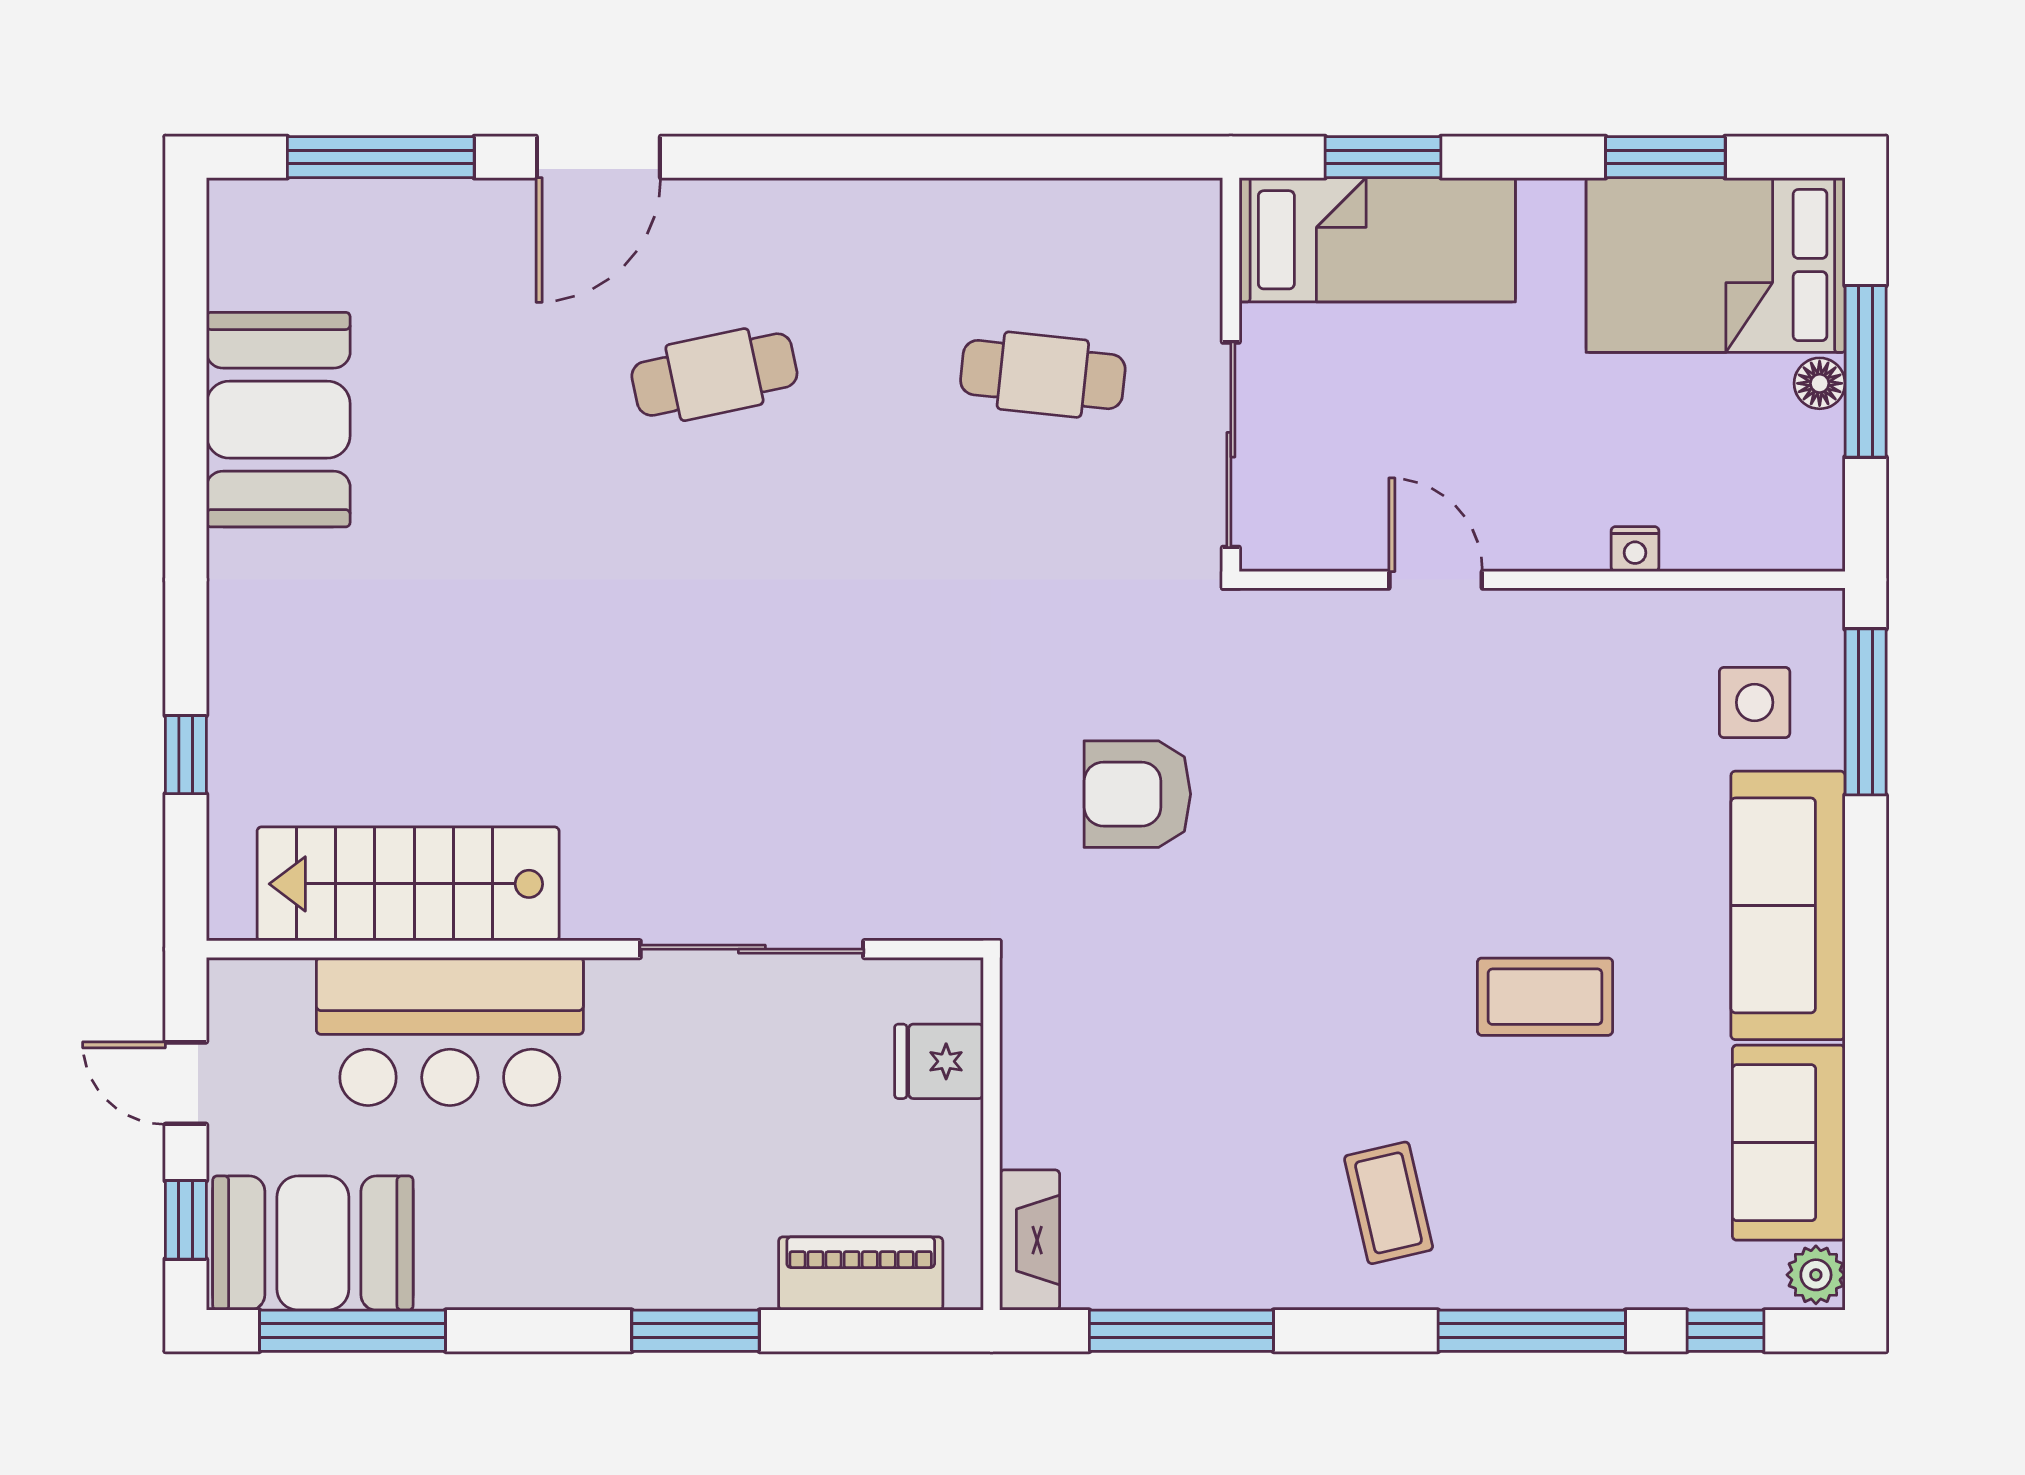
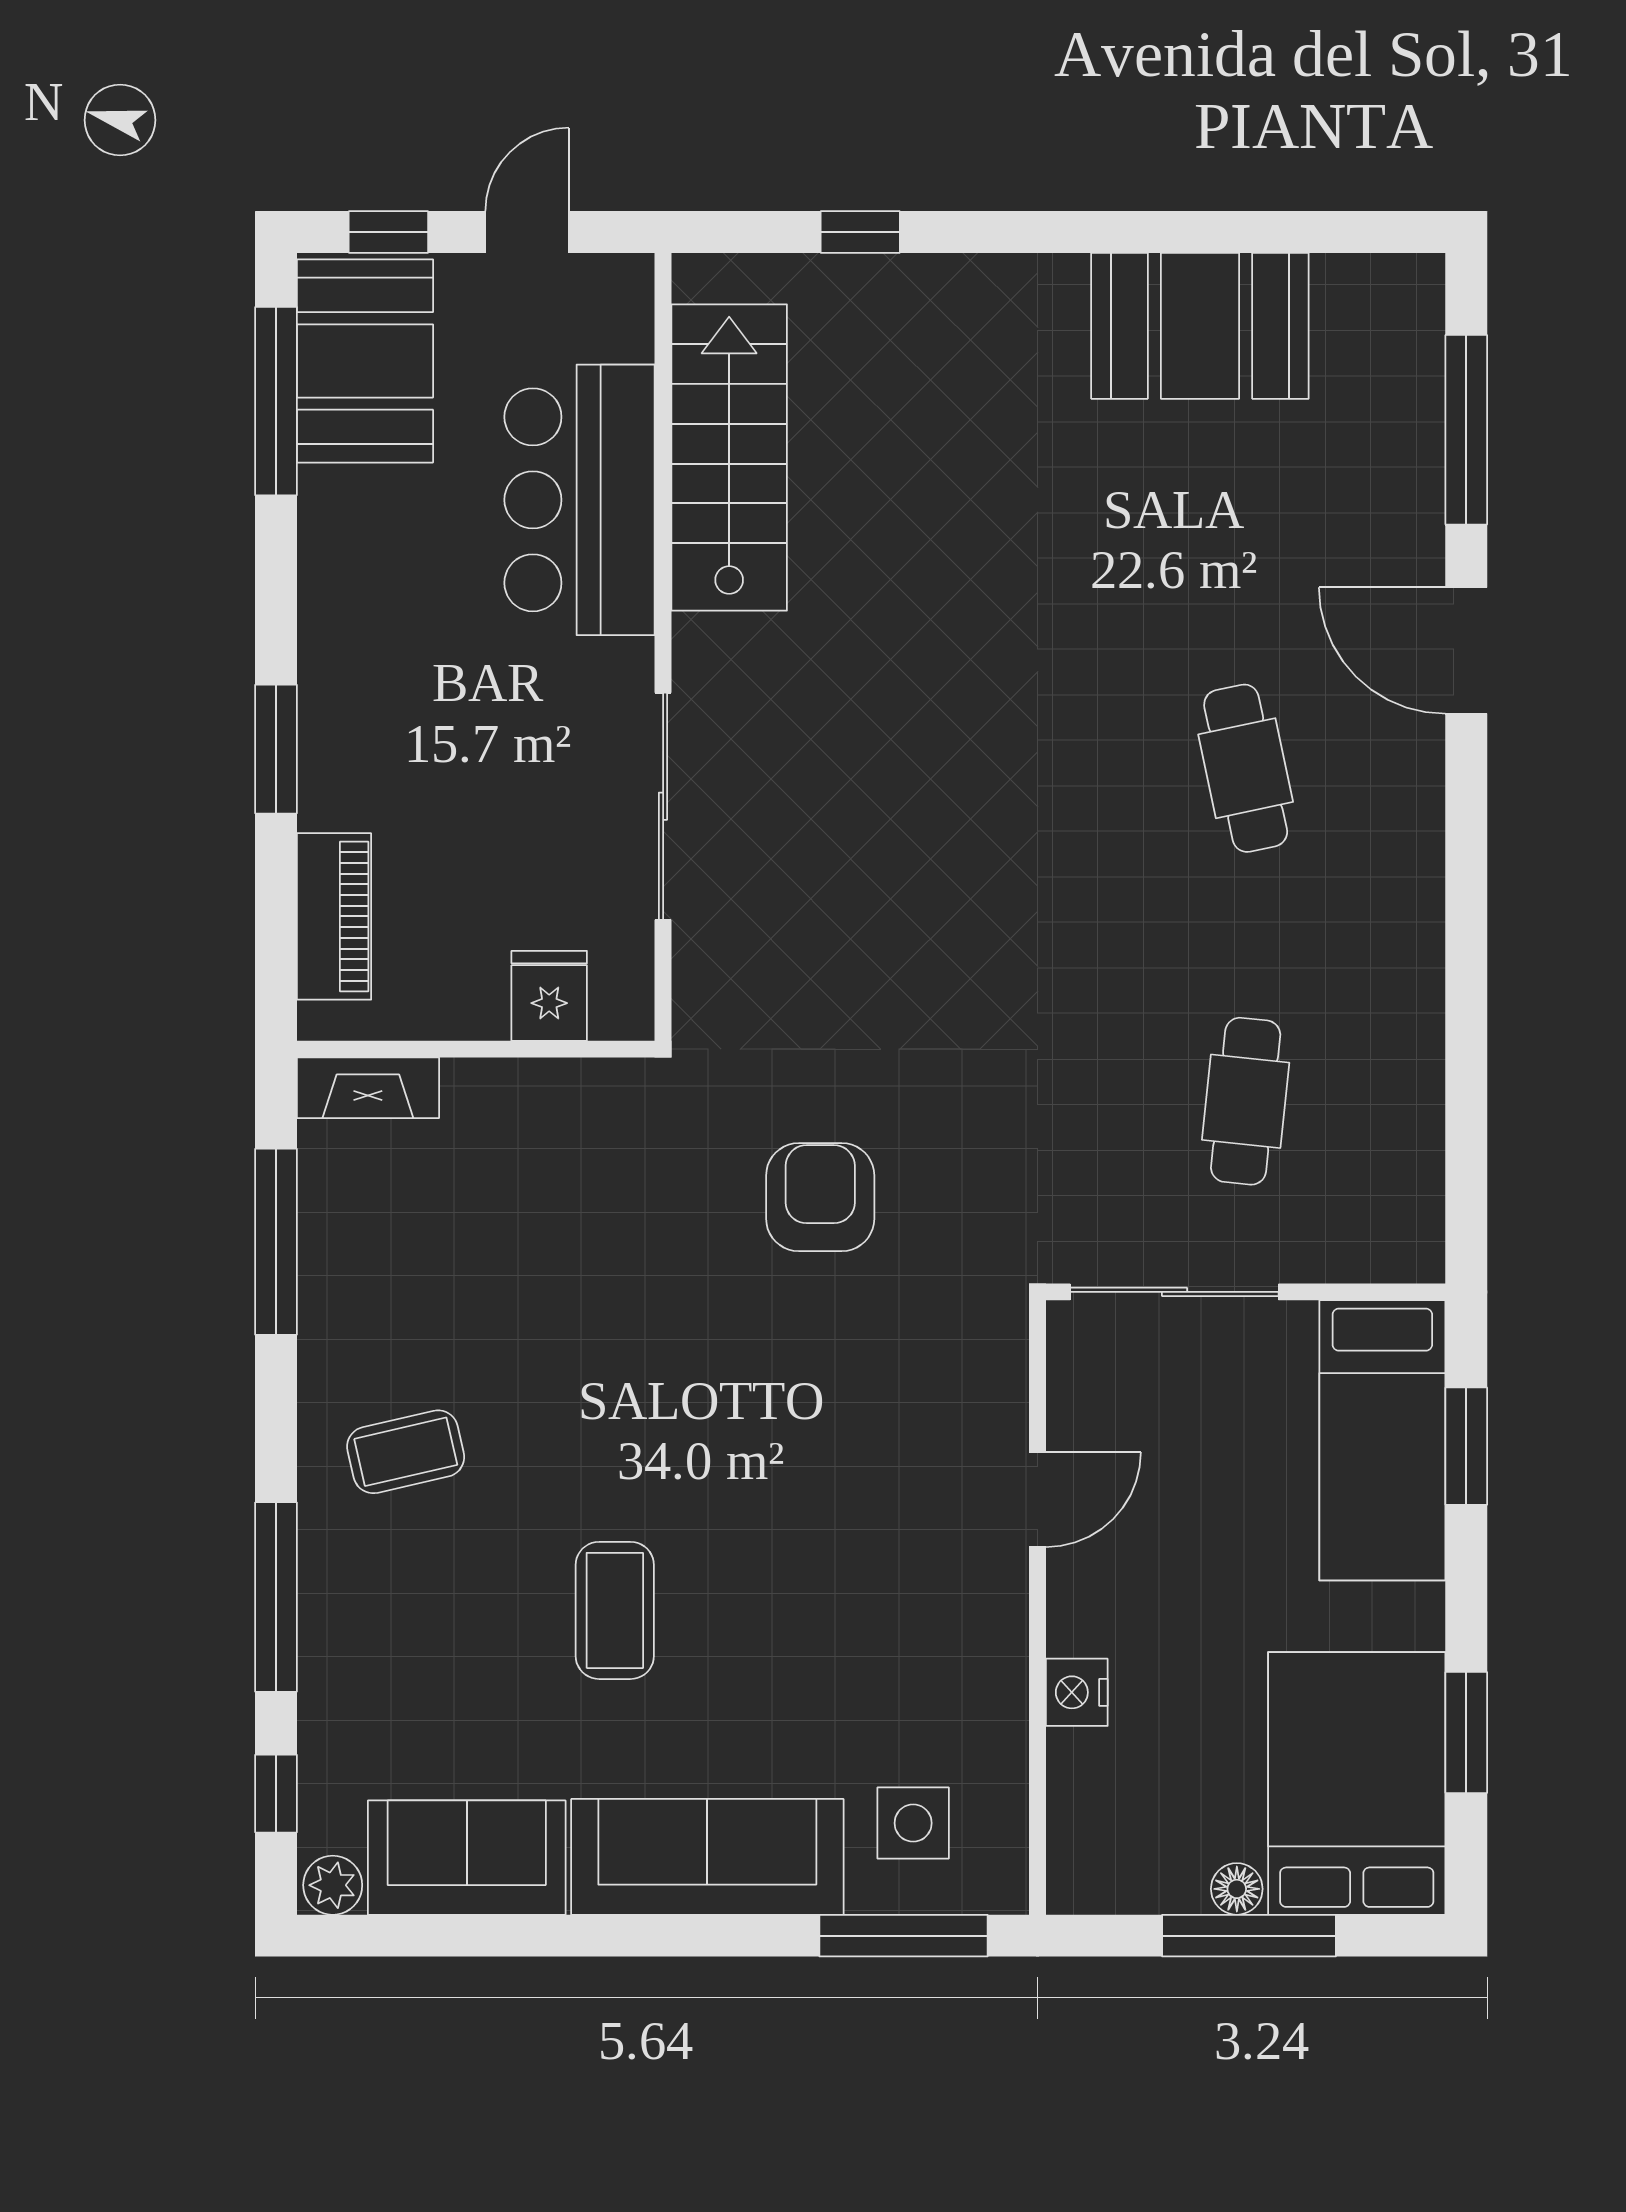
nightstand: (1635, 549) -> (1077, 1692), width x1.39, depth x1.35

